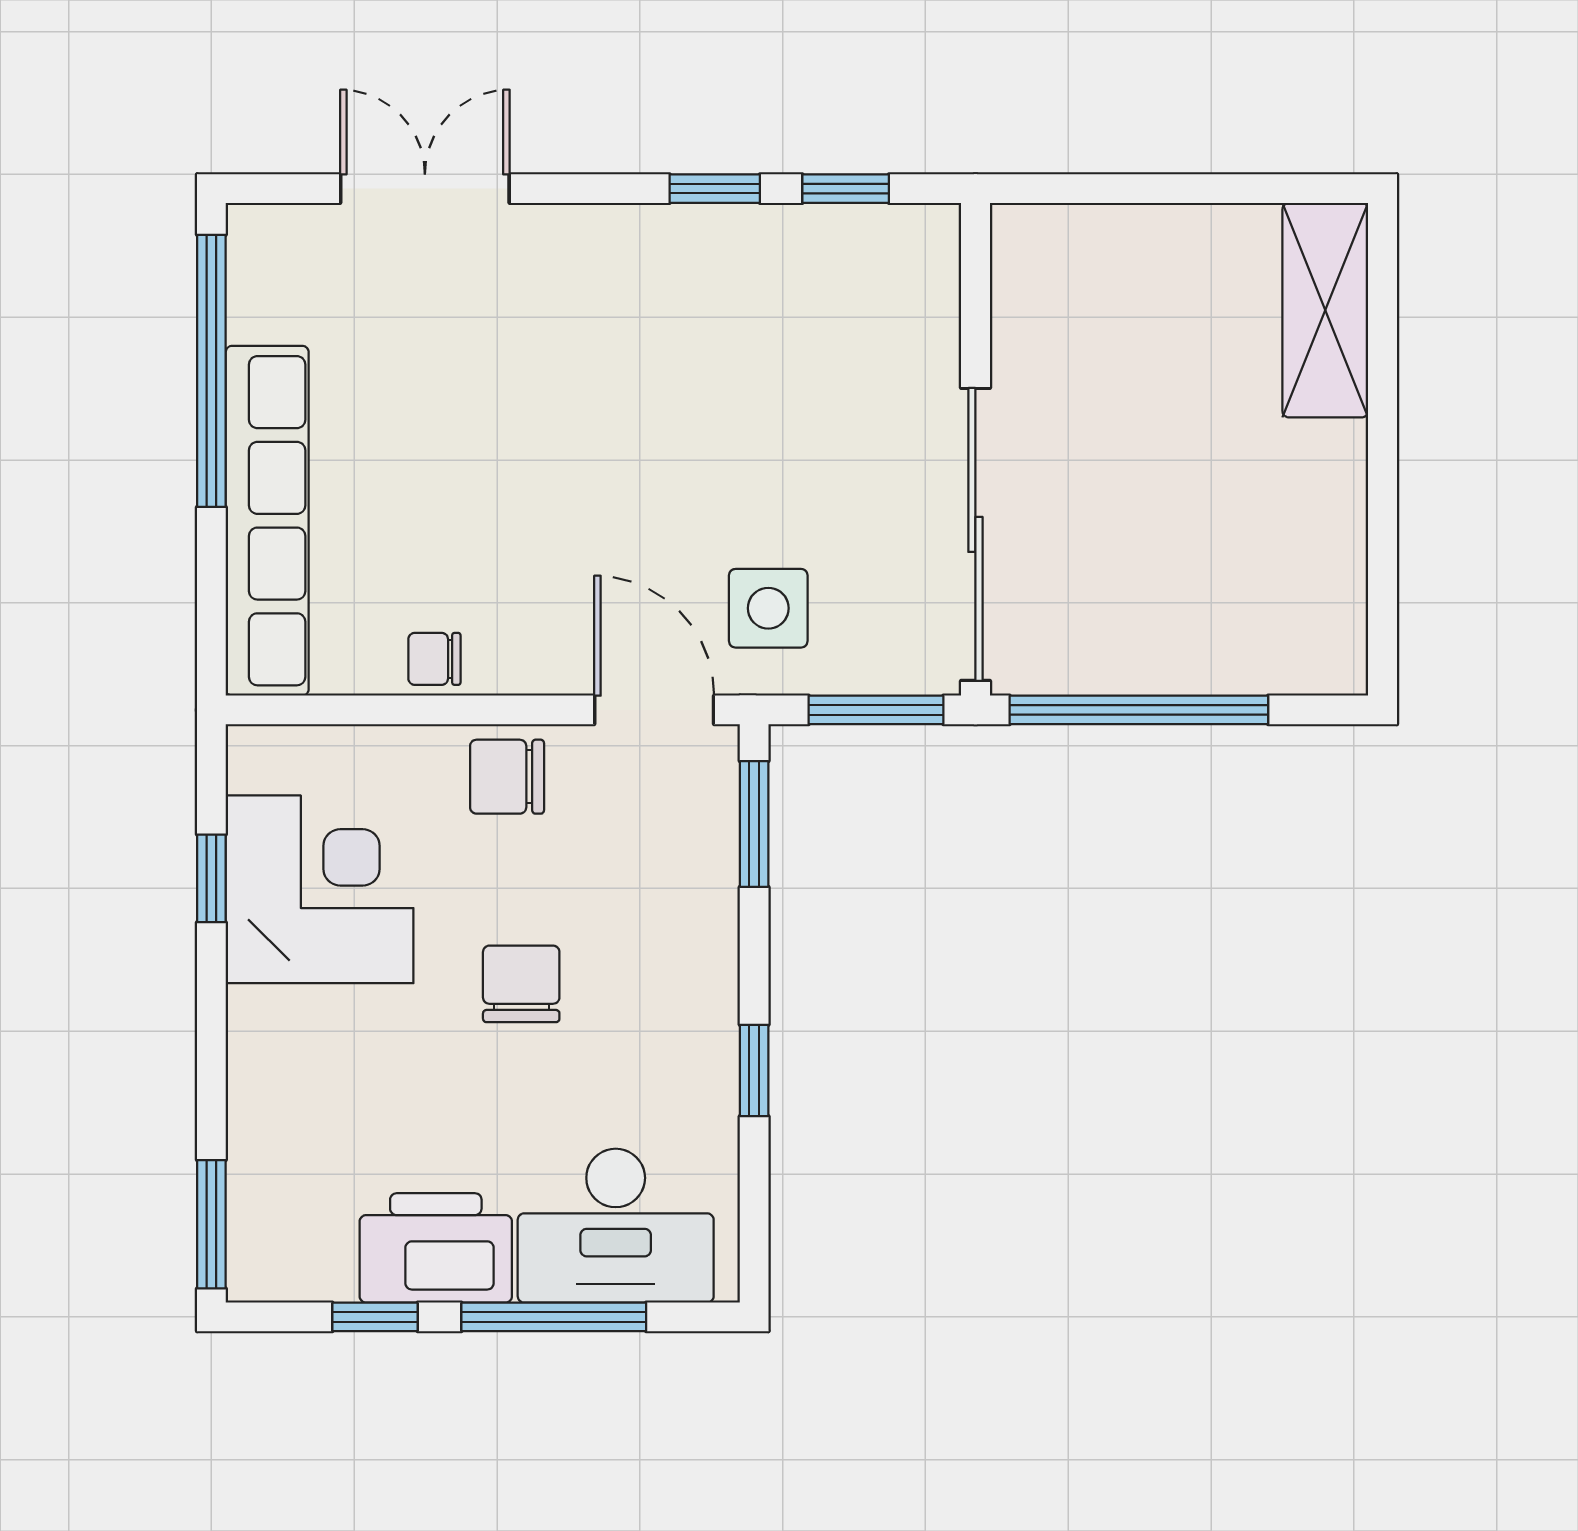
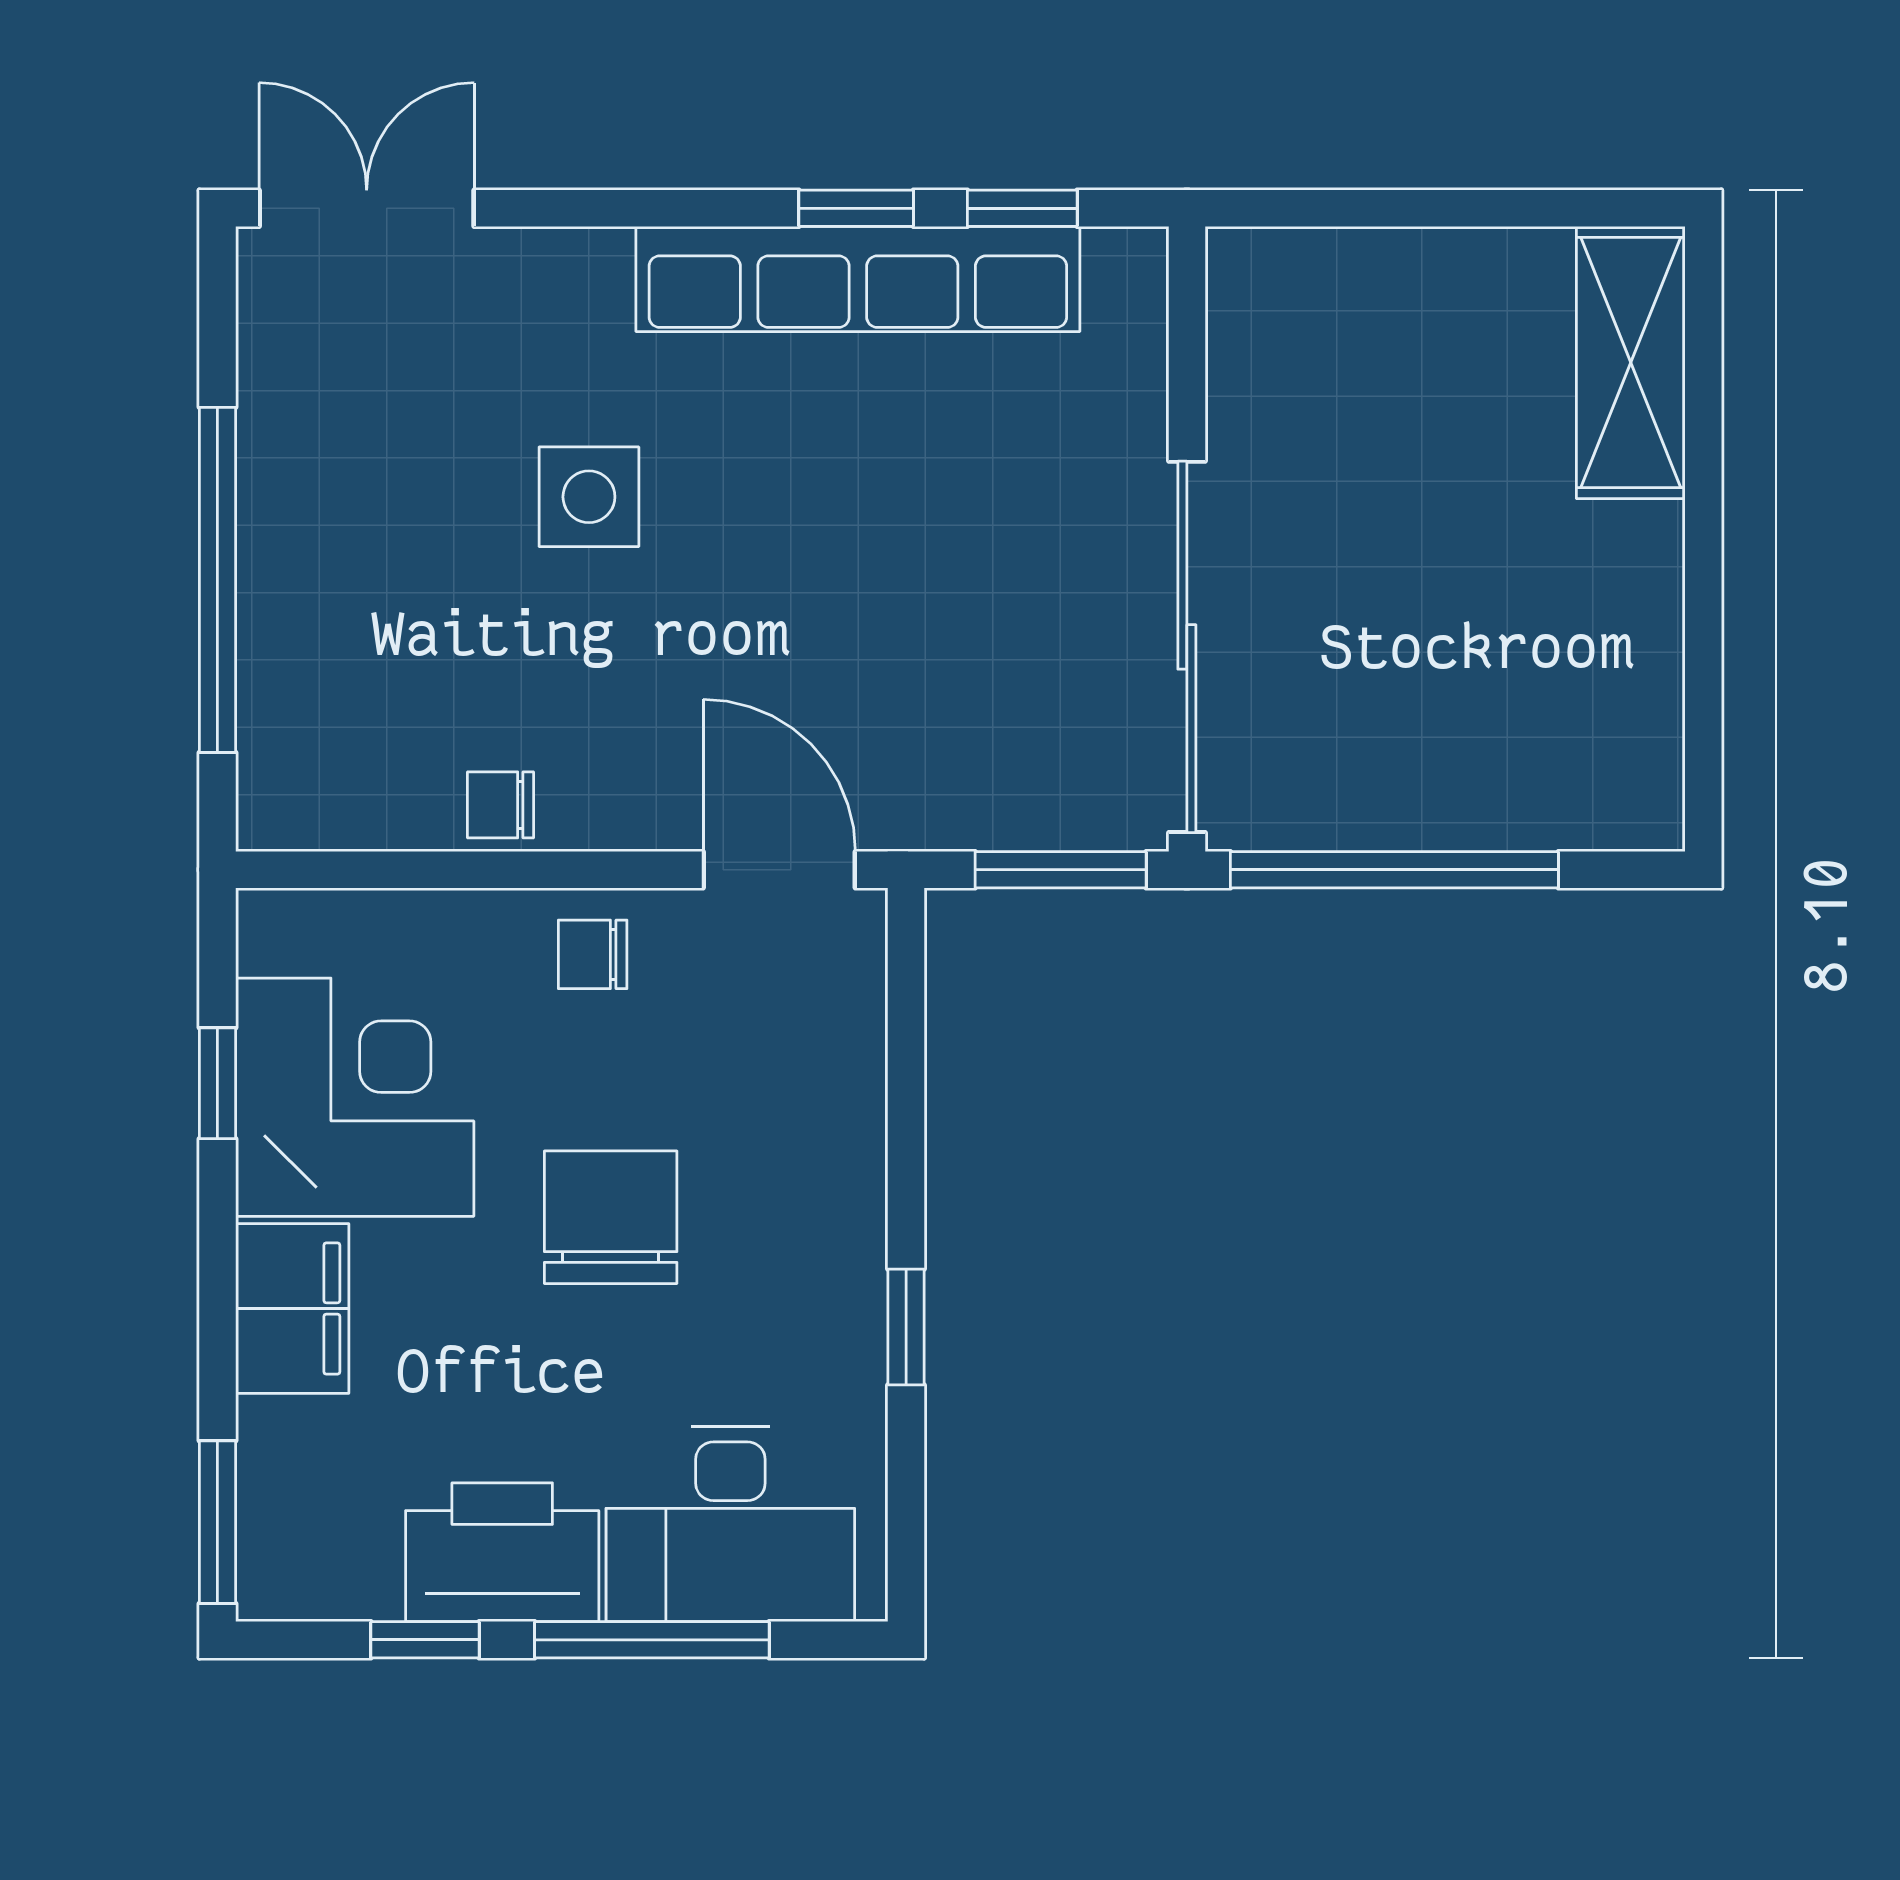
double door: (425, 189) -> (367, 208), moved
window: (211, 371) -> (217, 580), moved
row of seats: (267, 521) -> (858, 279), moved, turned 90
side table: (768, 608) -> (589, 497), moved
chair: (507, 777) -> (593, 954), width x0.73, depth x0.73
window: (754, 824) -> (906, 1014), removed
chair: (521, 984) -> (611, 1217), width x1.37, depth x1.37
filing cabinet: (270, 1056) -> (292, 1308), added

